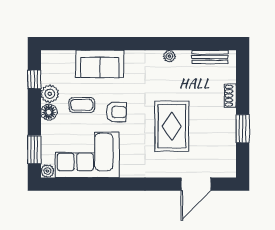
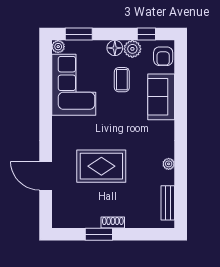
shoe rack: (230, 96) -> (113, 222), moved
armchair: (116, 112) -> (163, 56), moved
door: (196, 184) -> (46, 176), moved

